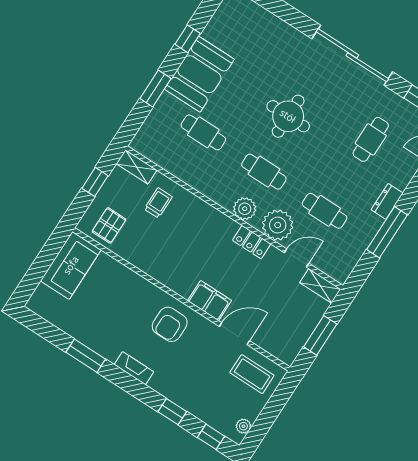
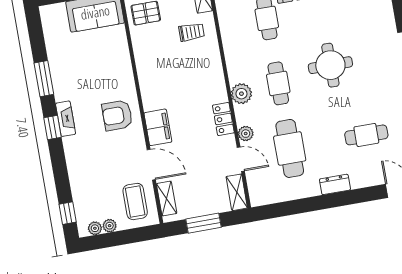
cafe table: (325, 211) -> (290, 148), width x1.37, depth x1.35
plant: (278, 225) -> (246, 134), width x0.53, depth x0.53
window: (387, 232) -> (314, 204), removed
shelving: (273, 347) -> (167, 199), added
window: (172, 412) -> (52, 127), moved
plant: (252, 413) -> (110, 226), added

